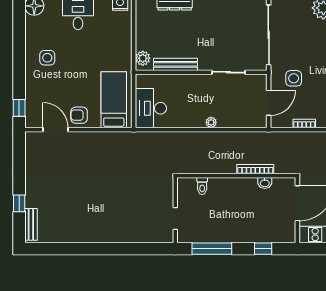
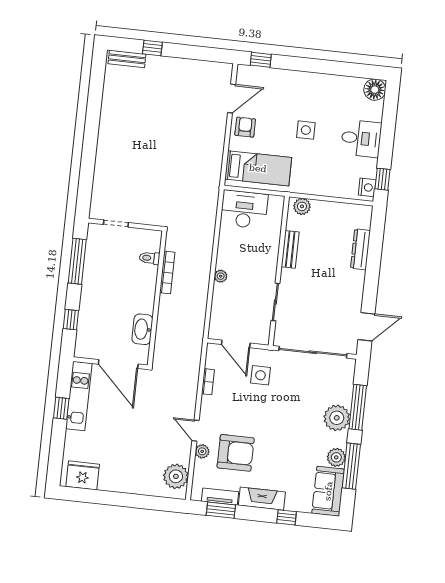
side table: (47, 58) -> (306, 130), moved
bench: (175, 64) -> (290, 249), width x0.73
bookcase: (255, 169) -> (167, 272), moved
washbasin: (265, 183) -> (142, 329), width x1.91, depth x1.45

